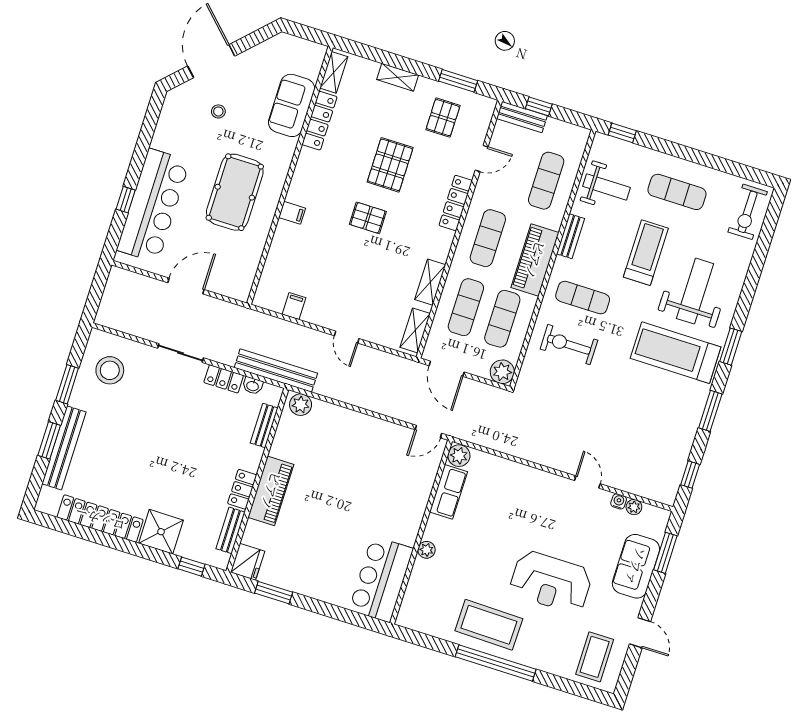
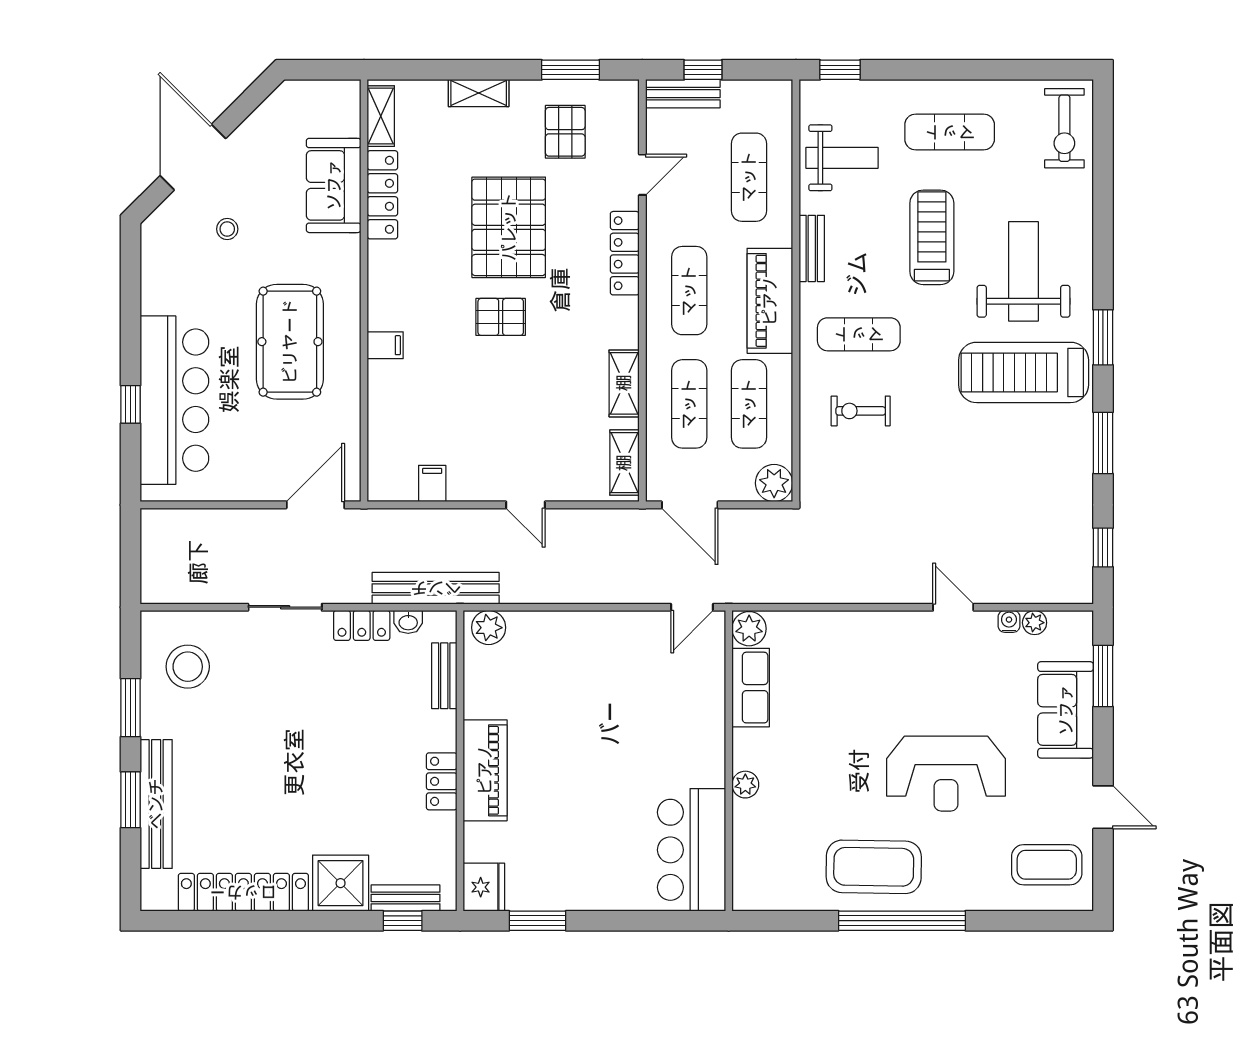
pallet: (390, 165) -> (509, 227), width x1.37, depth x1.41
door: (186, 286) -> (315, 505), moved
exercise bike: (569, 345) -> (861, 411), width x0.73, depth x0.72
bench: (231, 530) -> (405, 898), moved, turned 90
coffee table: (595, 657) -> (1047, 865), turned 90

